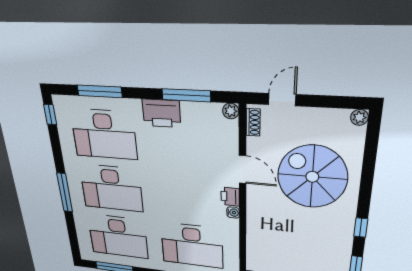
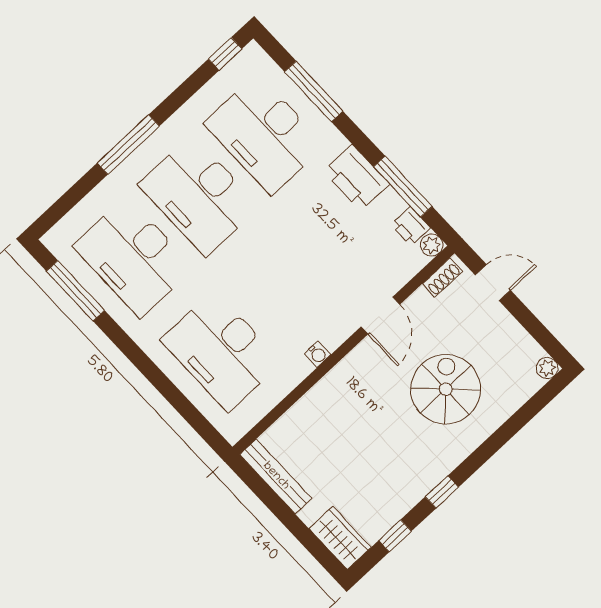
spiral stairs: (312, 177) -> (446, 389), width x0.73, depth x0.73
printer: (230, 197) -> (411, 226), moved, turned -90

